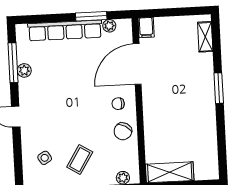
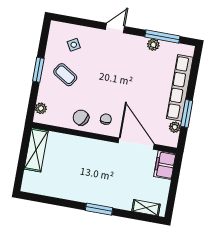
filing cabinet: (146, 27) -> (165, 165), width x2.00

